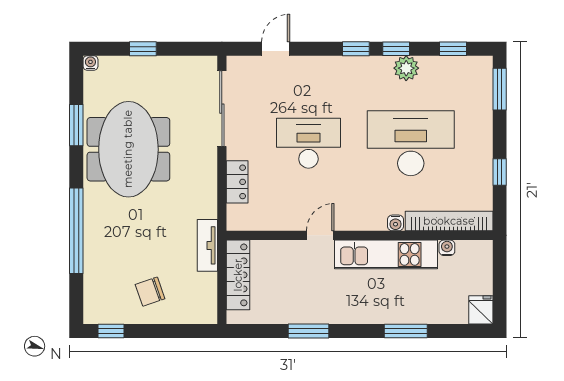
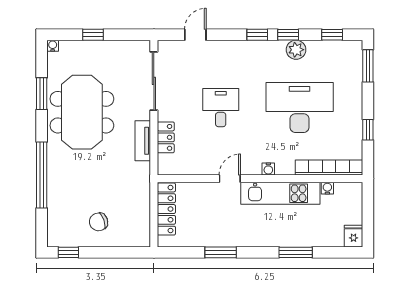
desk: (308, 143) -> (221, 108), width x0.73
water cooler: (396, 223) -> (268, 169), moved
tv unit: (207, 245) -> (143, 141), moved

